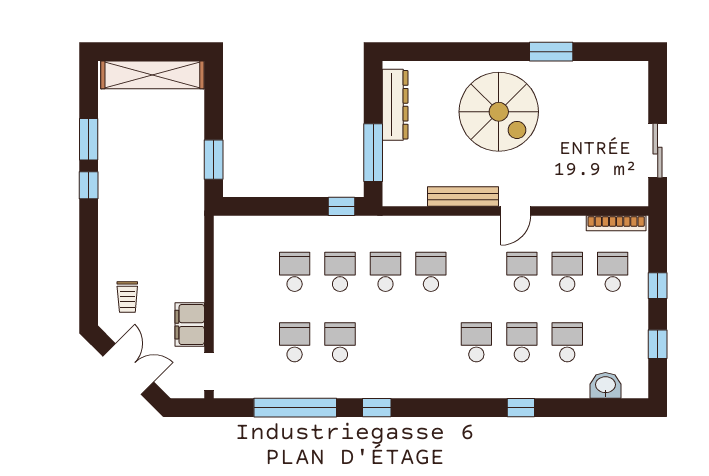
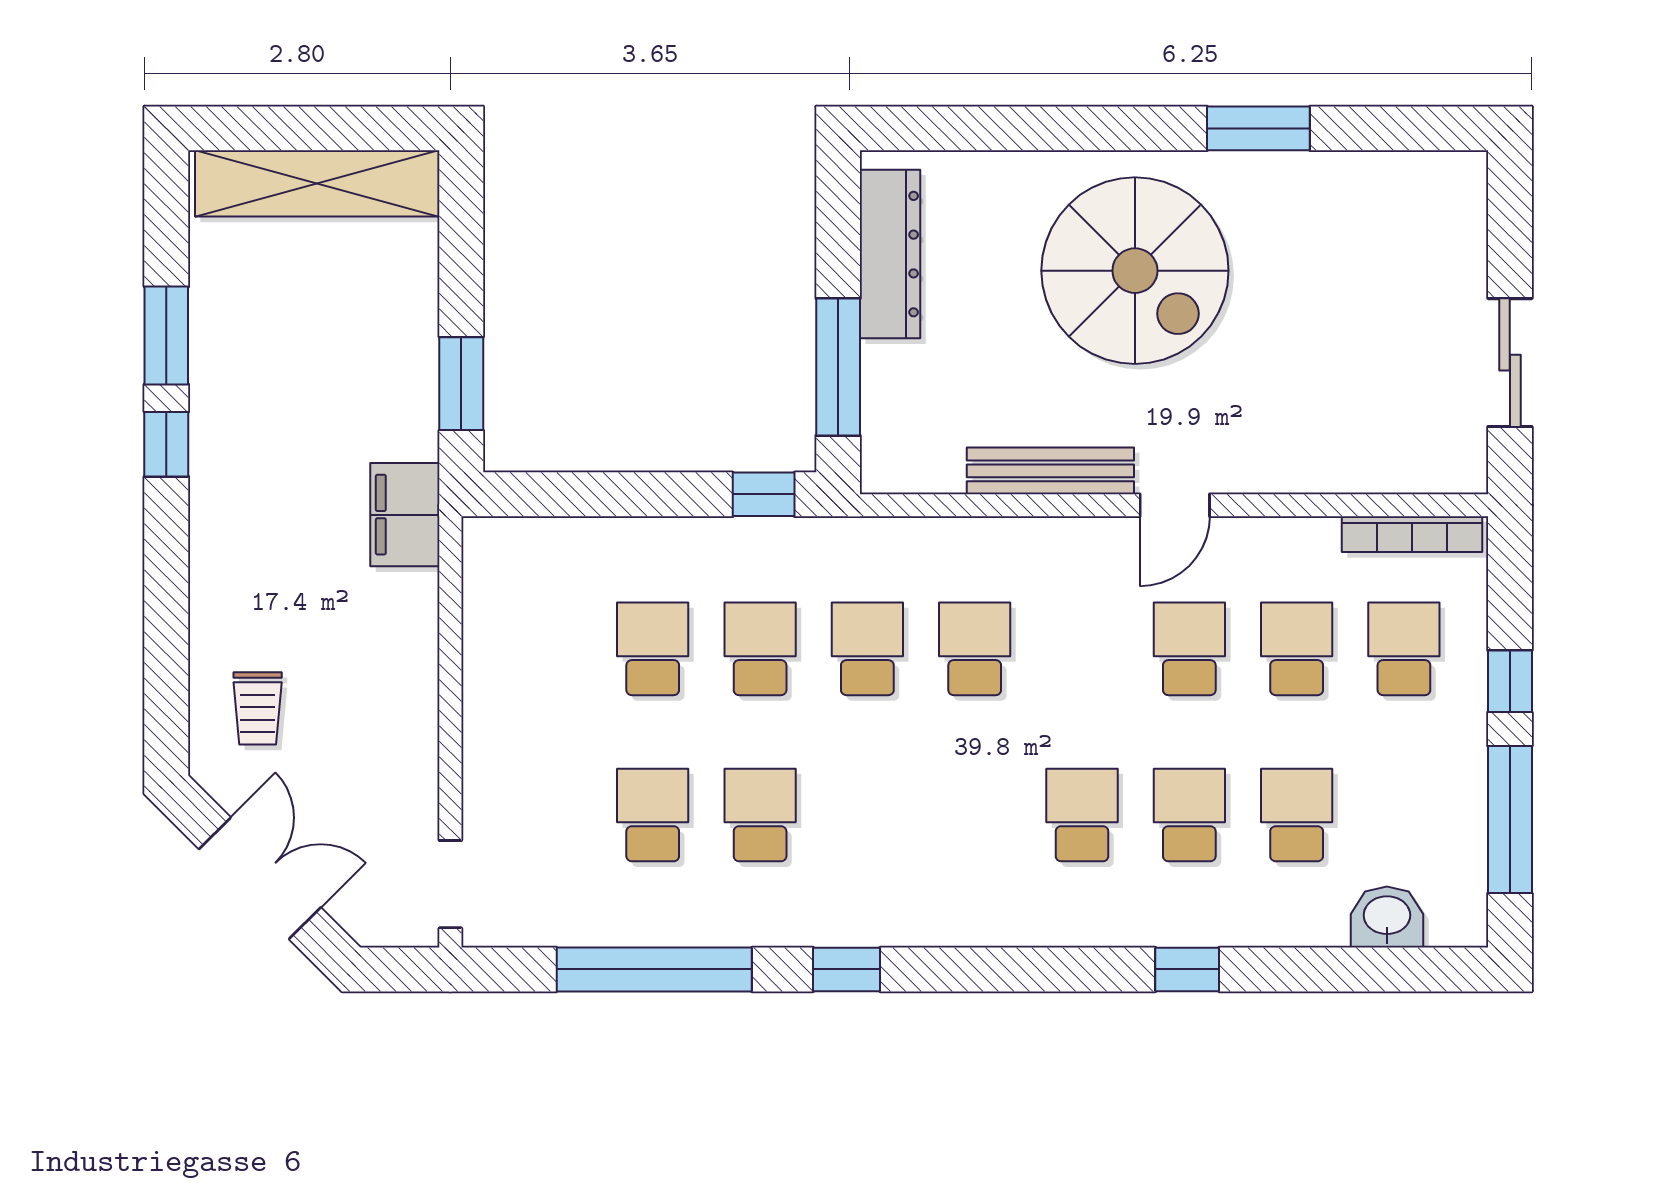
filing cabinet: (190, 325) -> (405, 515), moved
window: (658, 344) -> (1510, 820), width x2.17

